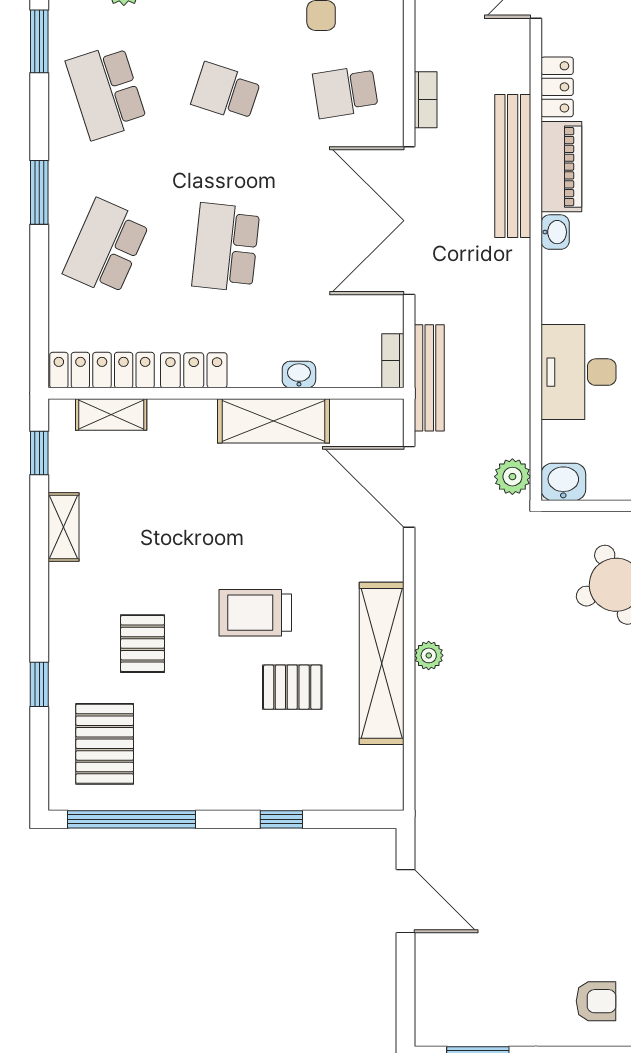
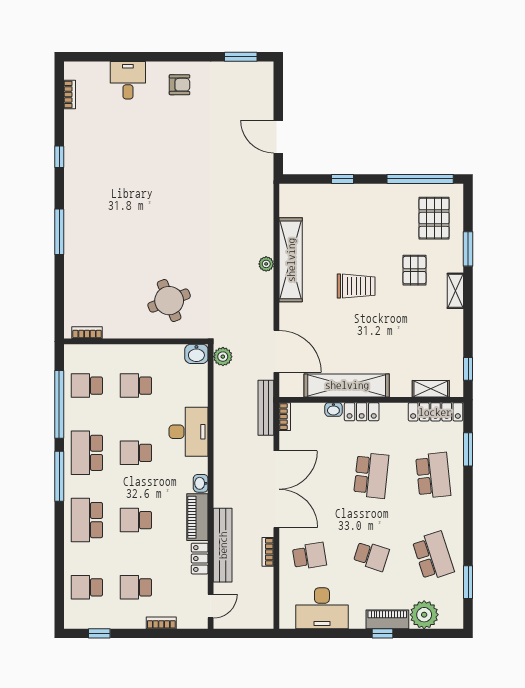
bench: (513, 166) -> (223, 545), moved
window: (39, 192) -> (468, 449), moved
school desk: (106, 247) -> (433, 475), turned -30
locker: (194, 370) -> (362, 412), moved
desk: (579, 372) -> (189, 432), moved
shelving: (274, 421) -> (347, 385), width x1.47
shelving: (64, 527) -> (455, 291), moved
window: (39, 684) -> (468, 249), width x1.50
pallet: (292, 687) -> (337, 247), removed
armchair: (596, 1001) -> (179, 85), turned 180

